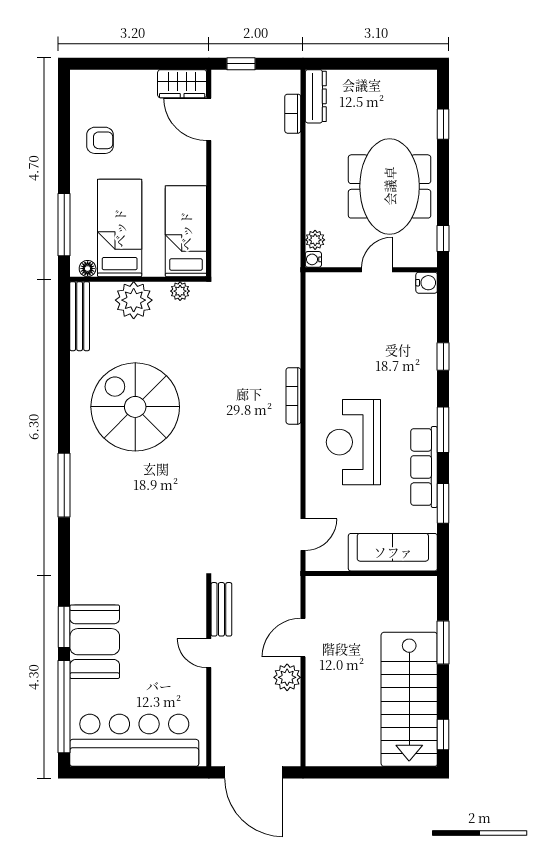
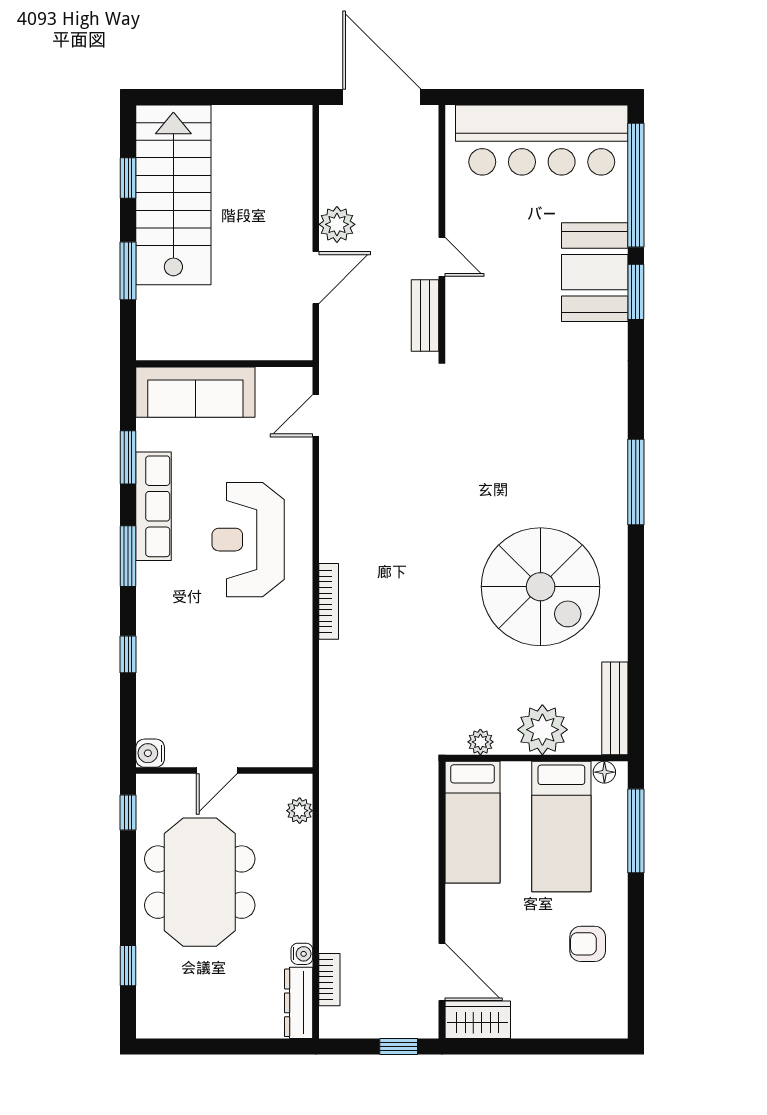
water cooler: (313, 259) -> (302, 954), moved
reception desk: (353, 442) -> (248, 540), turned 180
window: (443, 734) -> (128, 178), moved

